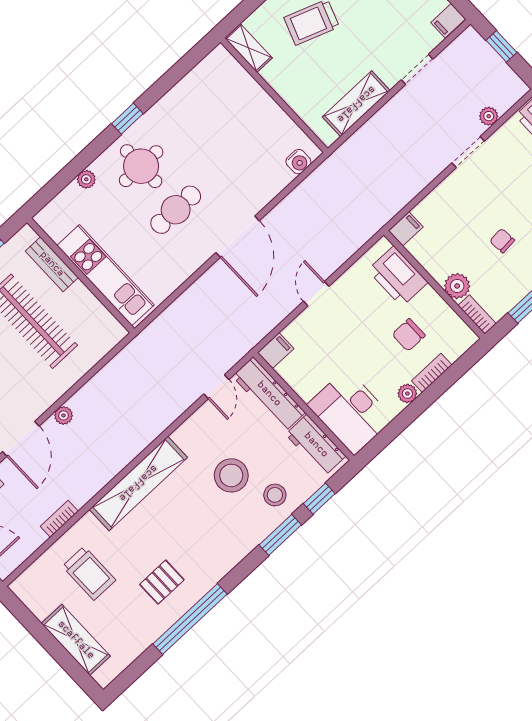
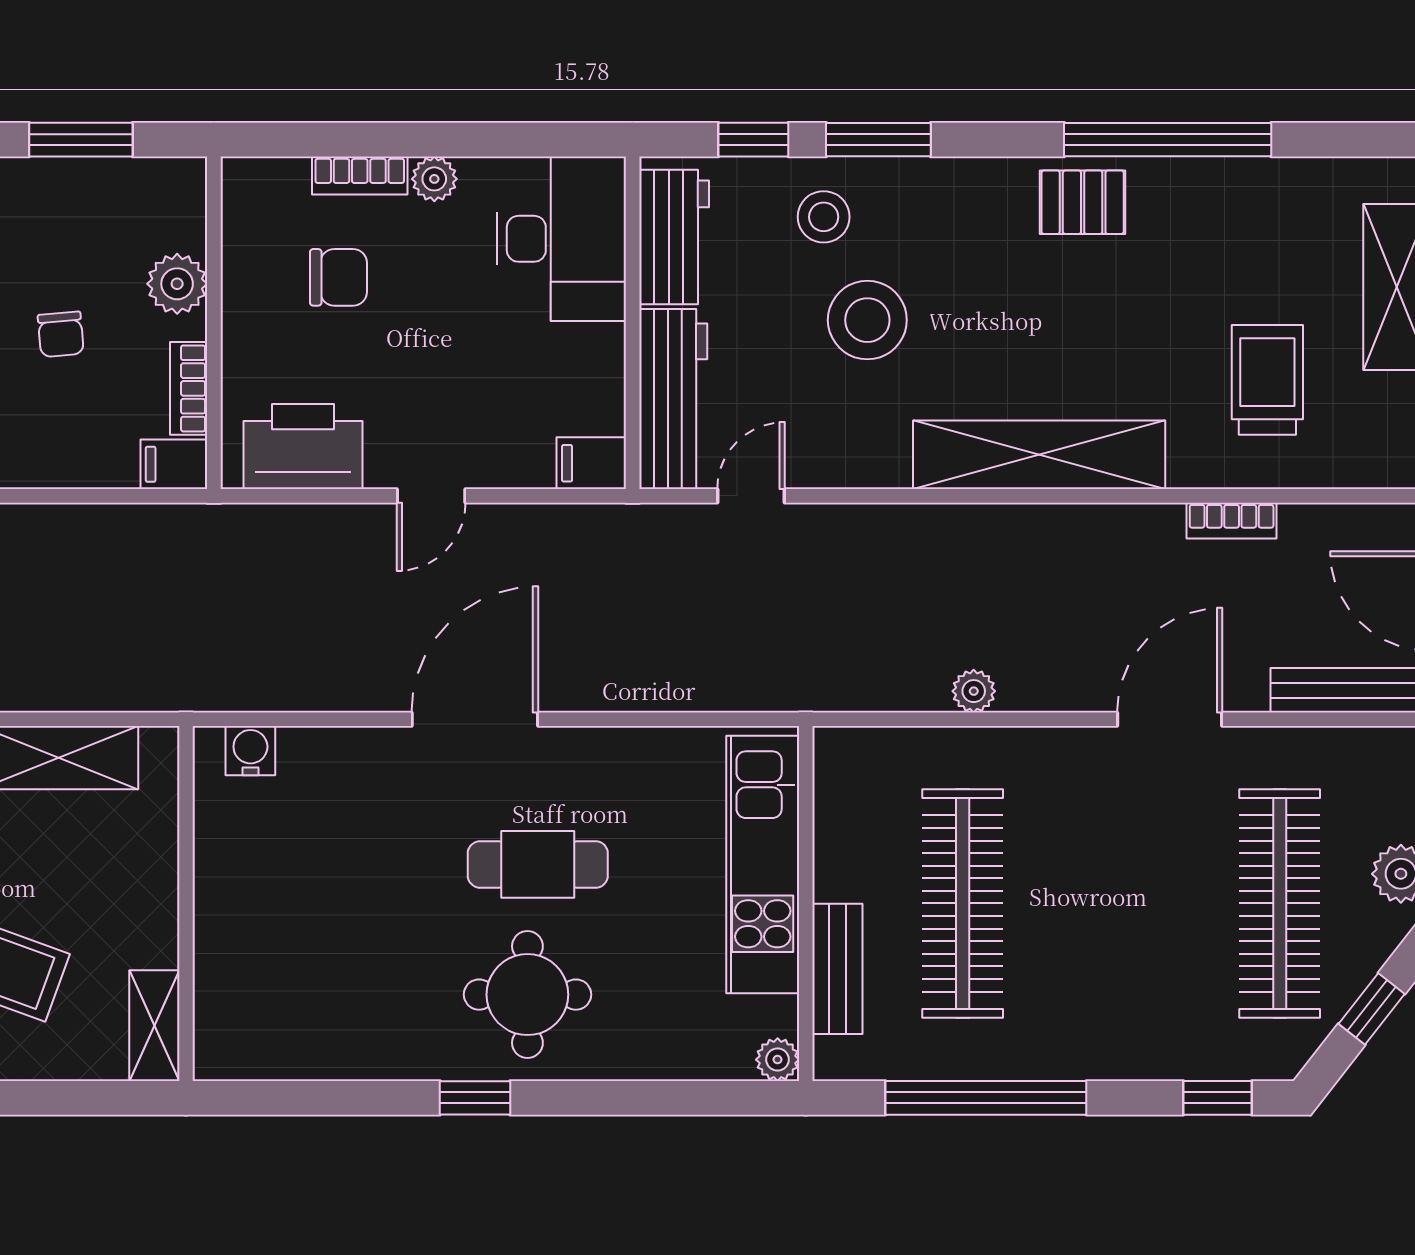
plant: (86, 179) -> (778, 1060), moved
chair: (502, 241) -> (61, 334), moved
printer: (398, 276) -> (303, 446), moved, turned -90
bookcase: (477, 315) -> (189, 388), moved
plant: (64, 415) -> (974, 691), moved
pallet: (162, 582) -> (1083, 202), moved

